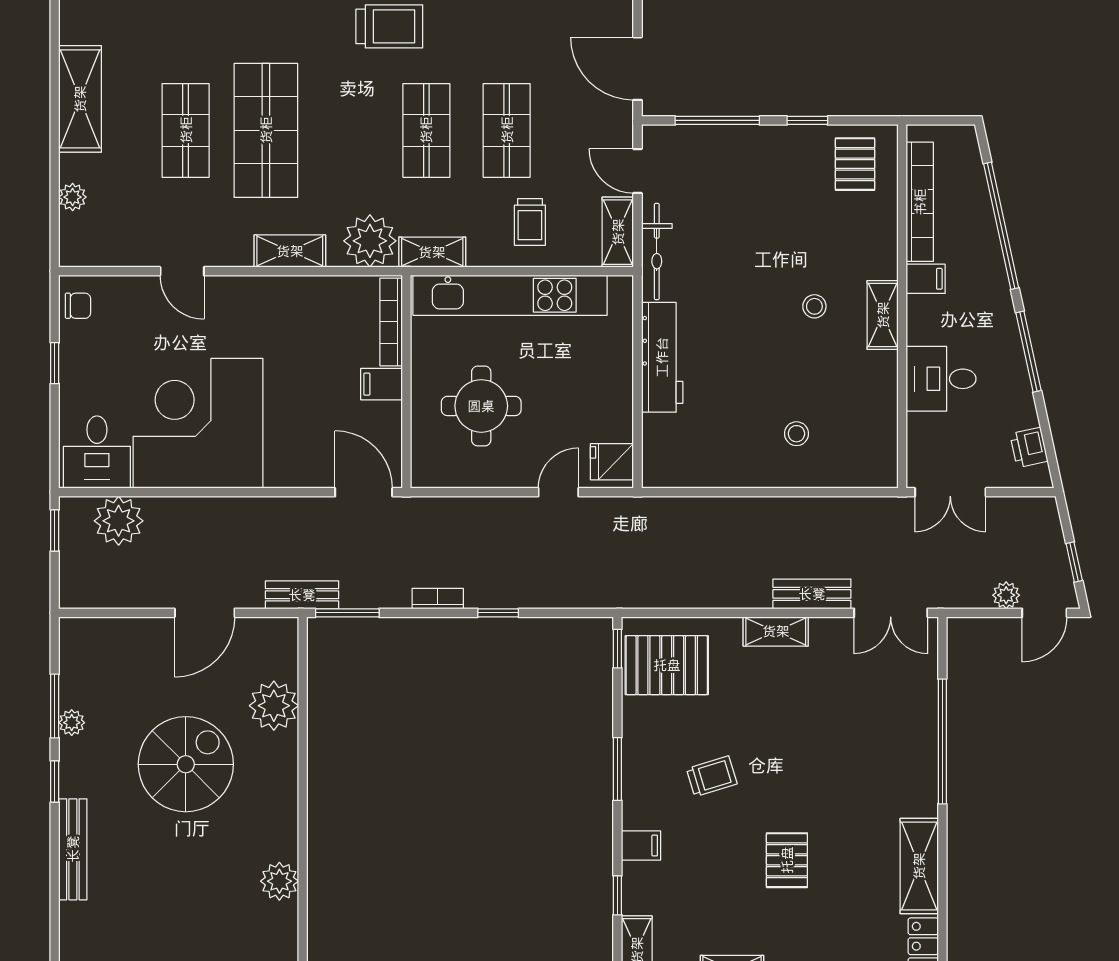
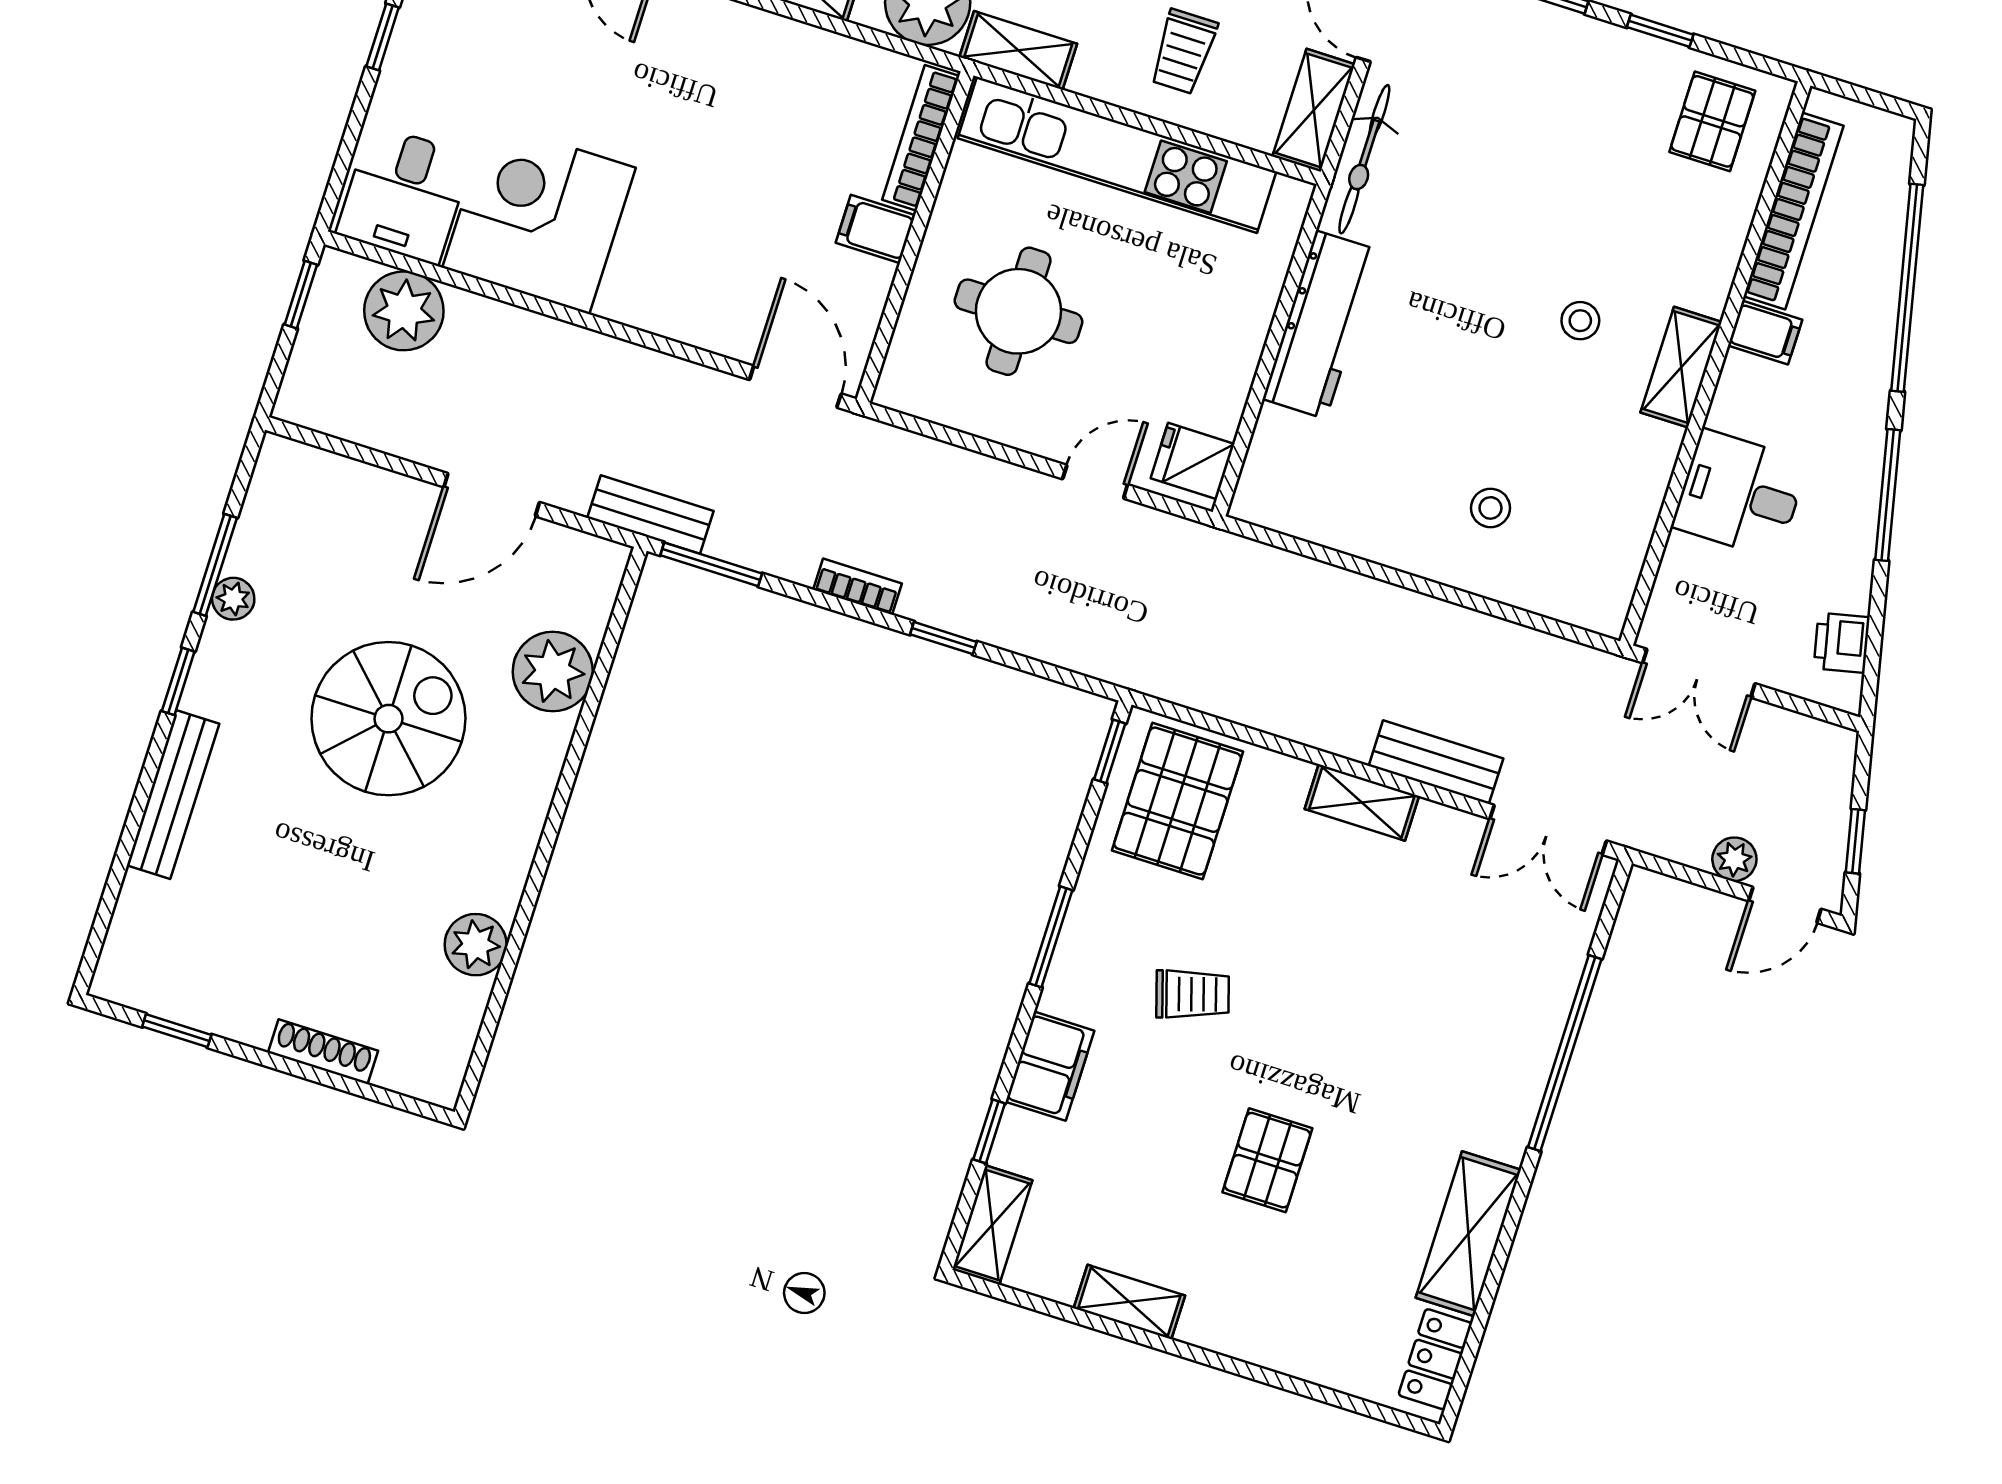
corner desk: (198, 423) -> (539, 218), width x0.74, depth x0.74
pallet: (667, 665) -> (1177, 801), turned 90
filing cabinet: (641, 845) -> (1050, 1066), width x2.00

